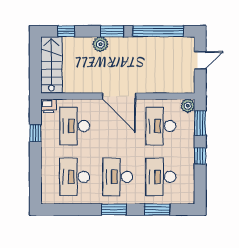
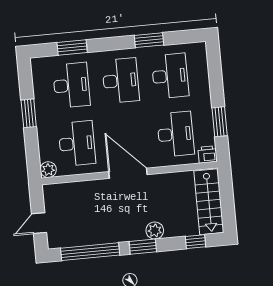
window: (200, 123) -> (32, 151), removed
window: (35, 133) -> (220, 122), width x1.50
window: (200, 156) -> (29, 113), width x1.50
window: (114, 210) -> (149, 40), moved

